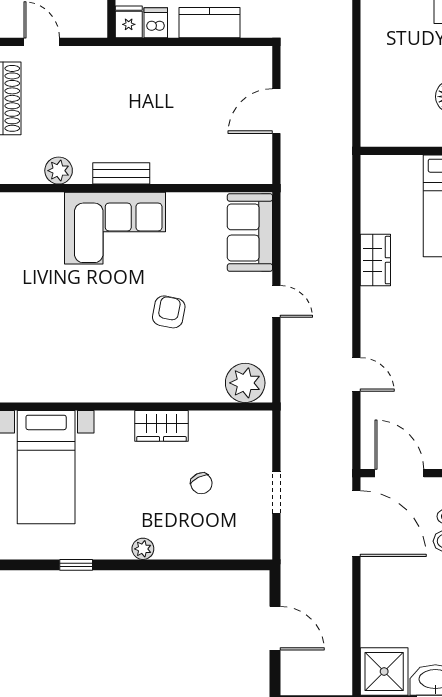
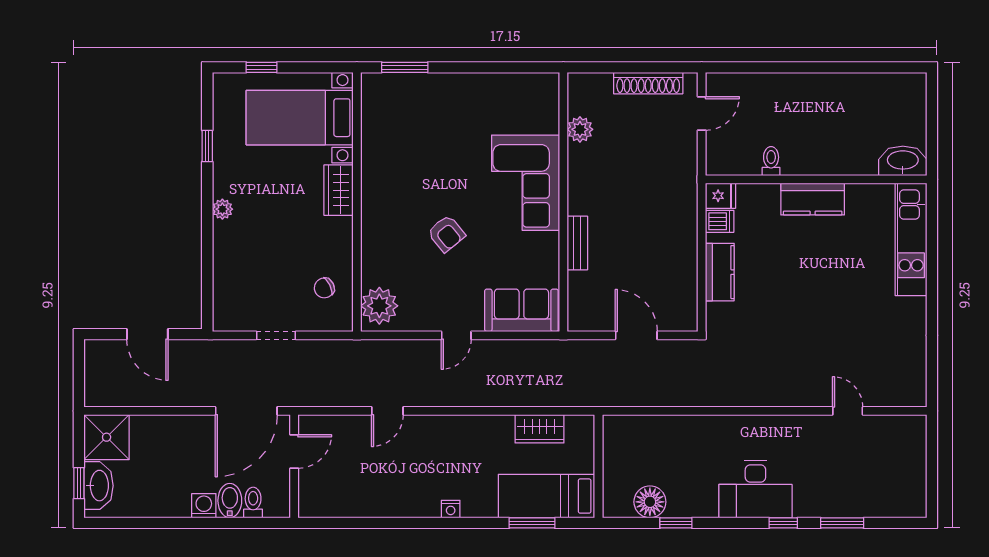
bench: (121, 173) -> (577, 243), moved
wardrobe: (375, 260) -> (540, 429), moved
armchair: (169, 312) -> (446, 234), turned 40
wardrobe: (161, 426) -> (339, 190), moved
door: (399, 473) -> (294, 451), width x0.73
chair: (201, 483) -> (324, 288), moved
door: (275, 628) -> (147, 334), hinge flipped

